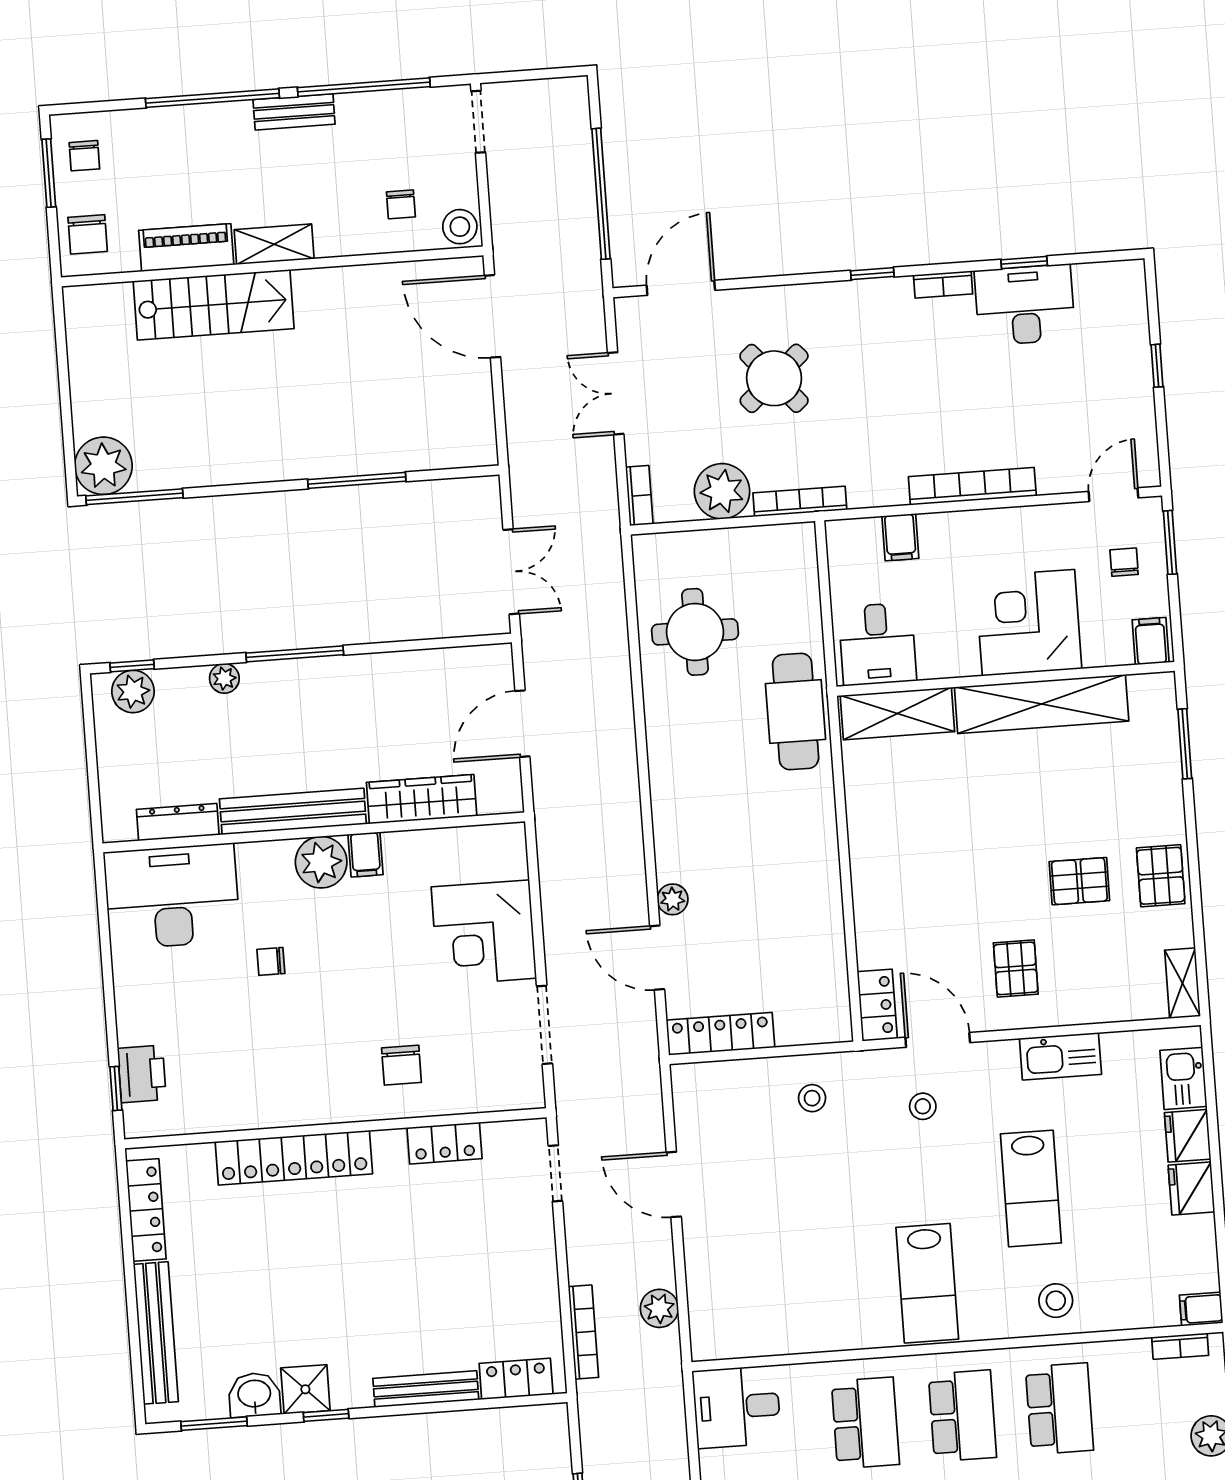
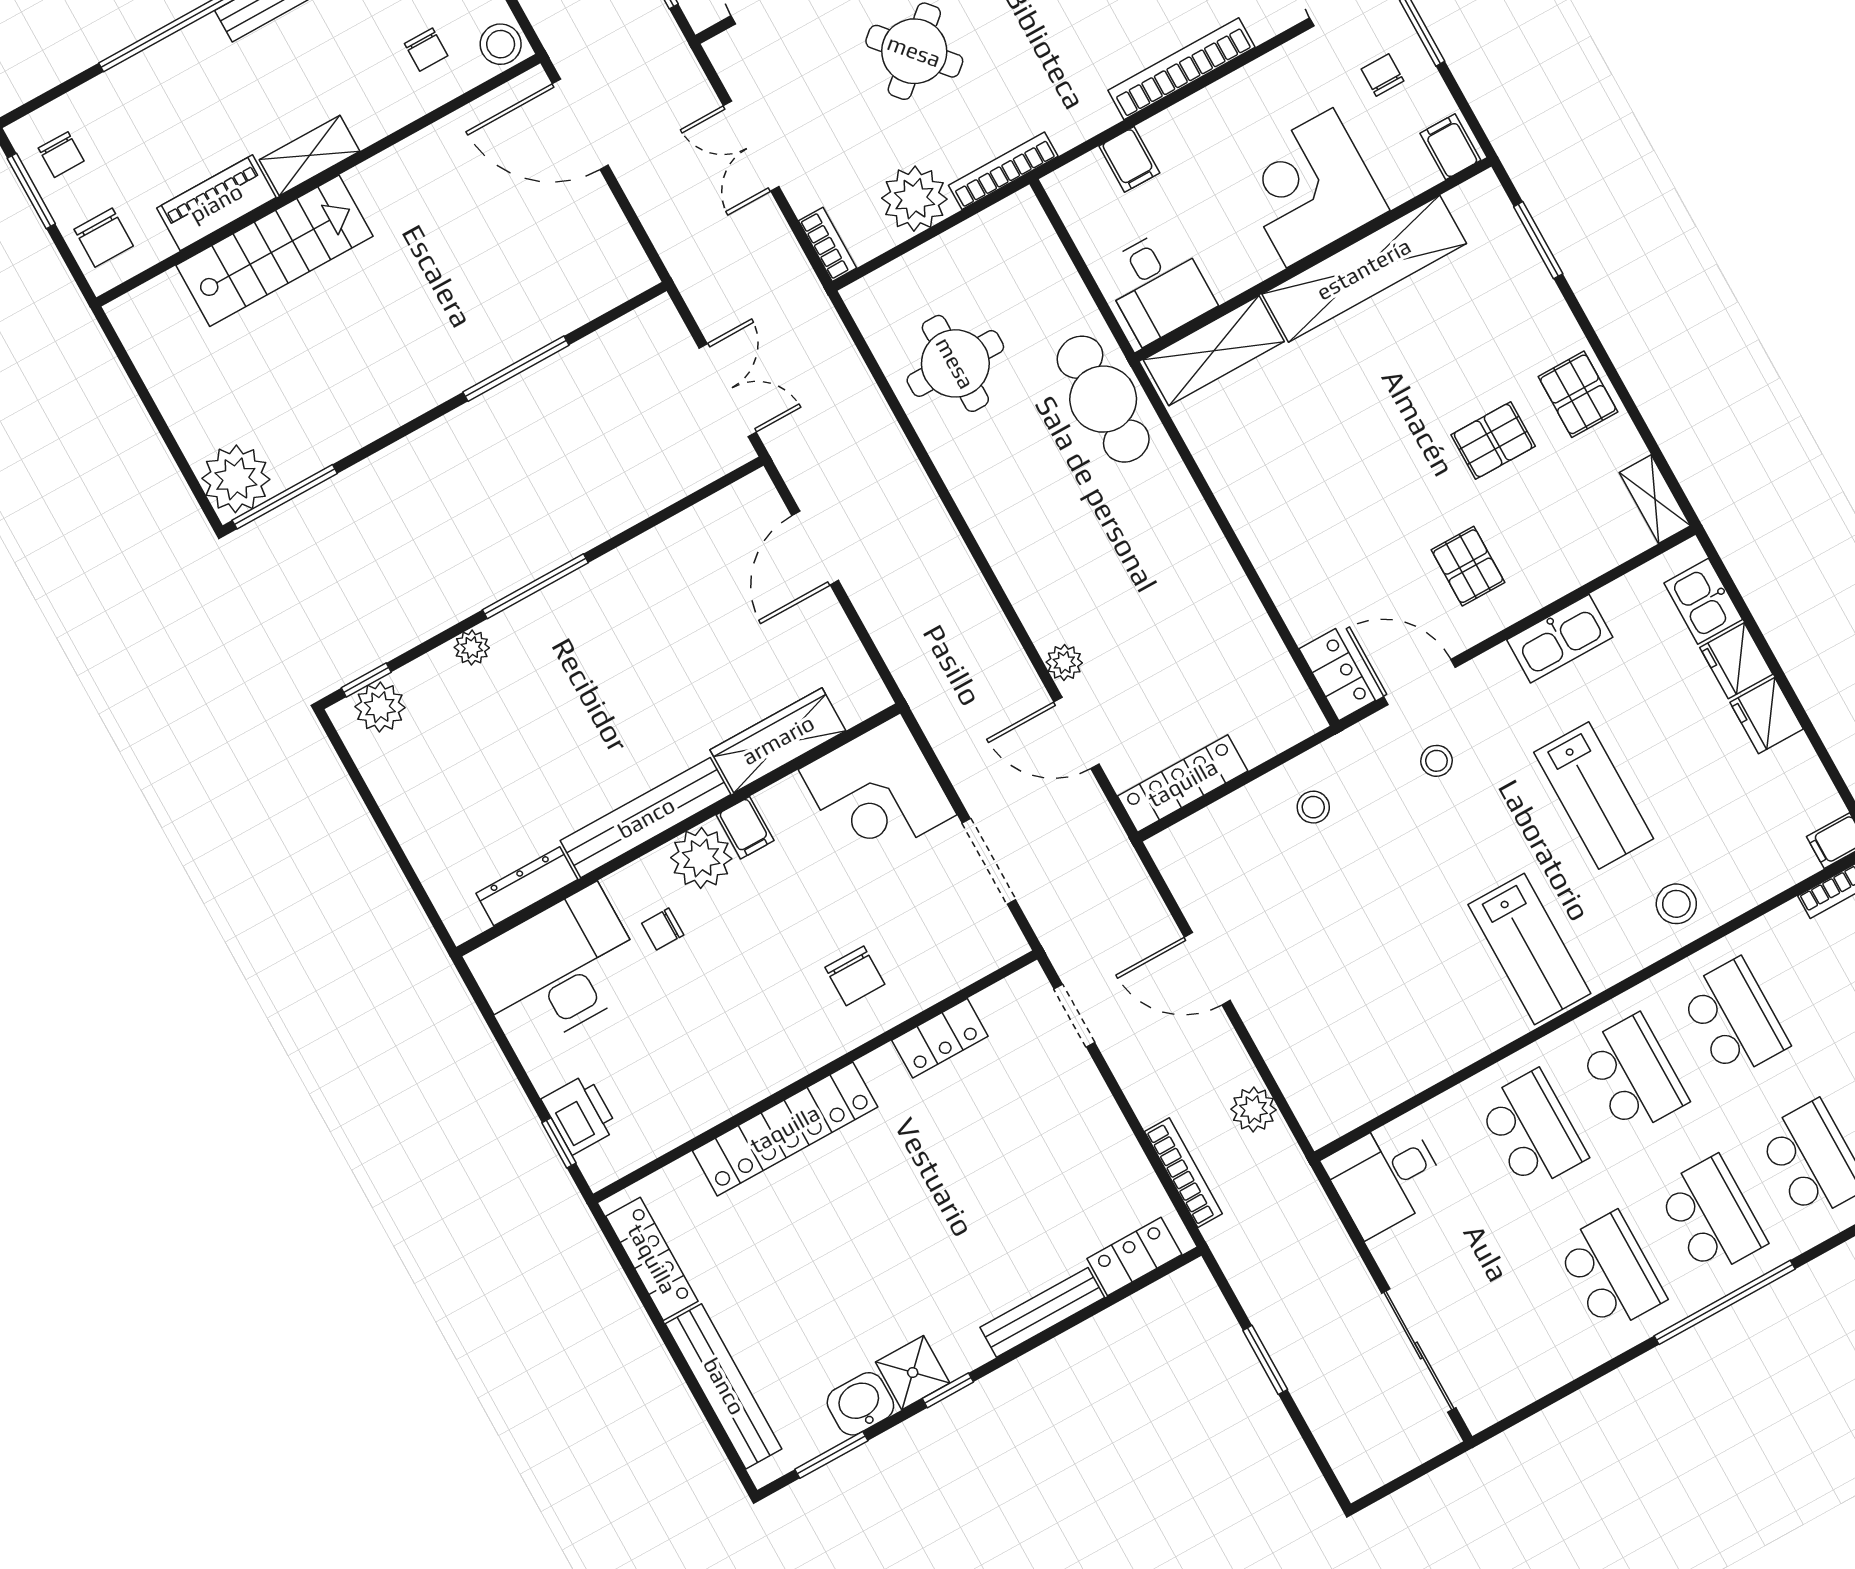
wardrobe: (422, 799) -> (778, 740), moved
bench: (293, 812) -> (646, 818), moved
dresser: (178, 822) -> (527, 886), moved
wall: (314, 832) -> (678, 830), moved
filing cabinet: (366, 855) -> (745, 828), moved
plant: (321, 862) -> (701, 858), moved
desk: (172, 896) -> (557, 969), moved

